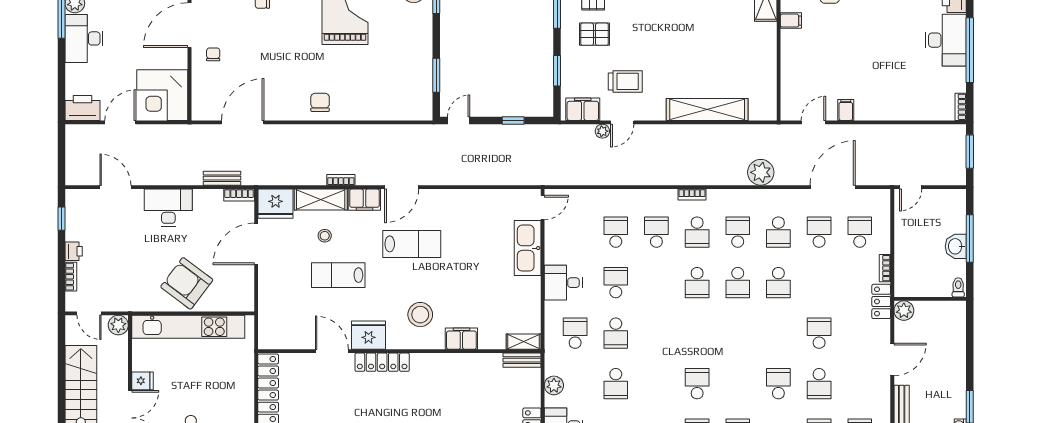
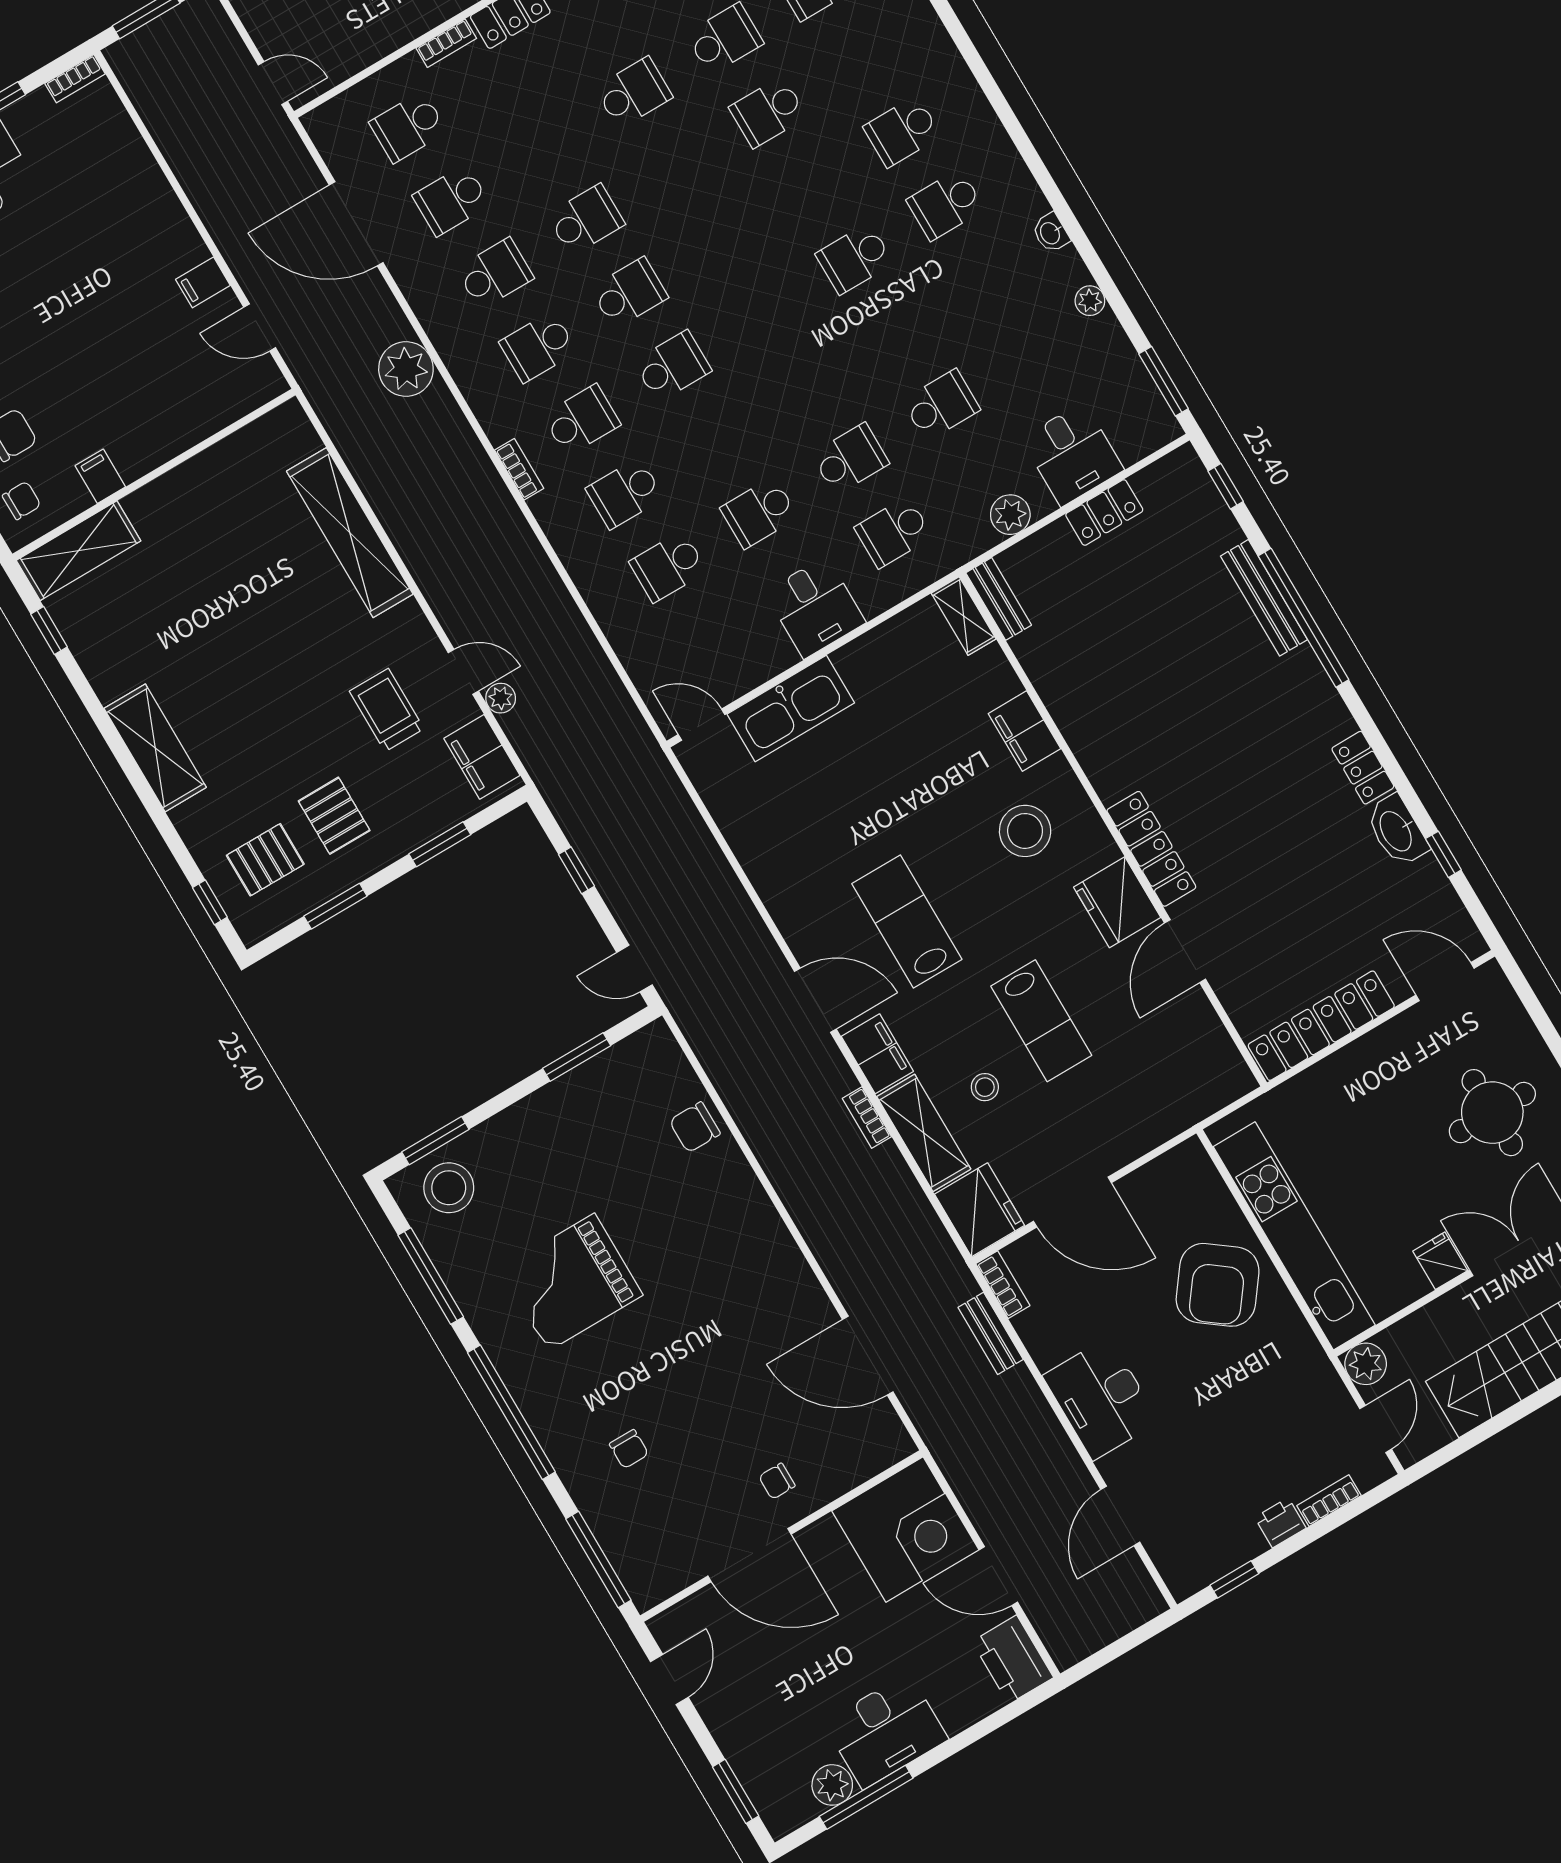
chair: (320, 102) -> (695, 1127), moved
school desk: (819, 333) -> (634, 93), turned 180

